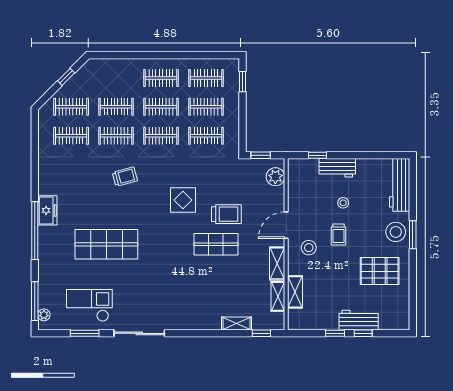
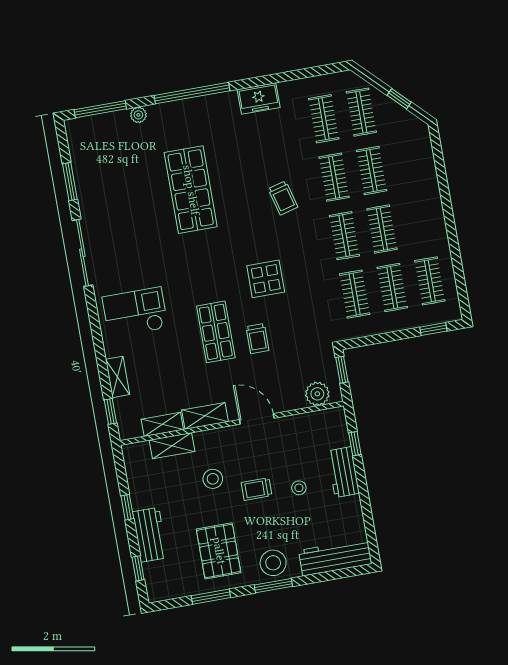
clothes rail: (161, 78) -> (420, 222), removed
freezer: (47, 210) -> (259, 98), moved
trolley: (226, 214) -> (257, 339), width x0.73, depth x0.72
stool: (309, 248) -> (213, 479), moved
window: (413, 283) -> (211, 597), added
checkout: (89, 305) -> (135, 312), moved, turned -90
plant: (44, 315) -> (138, 115), moved
window: (363, 333) -> (138, 568), moved

